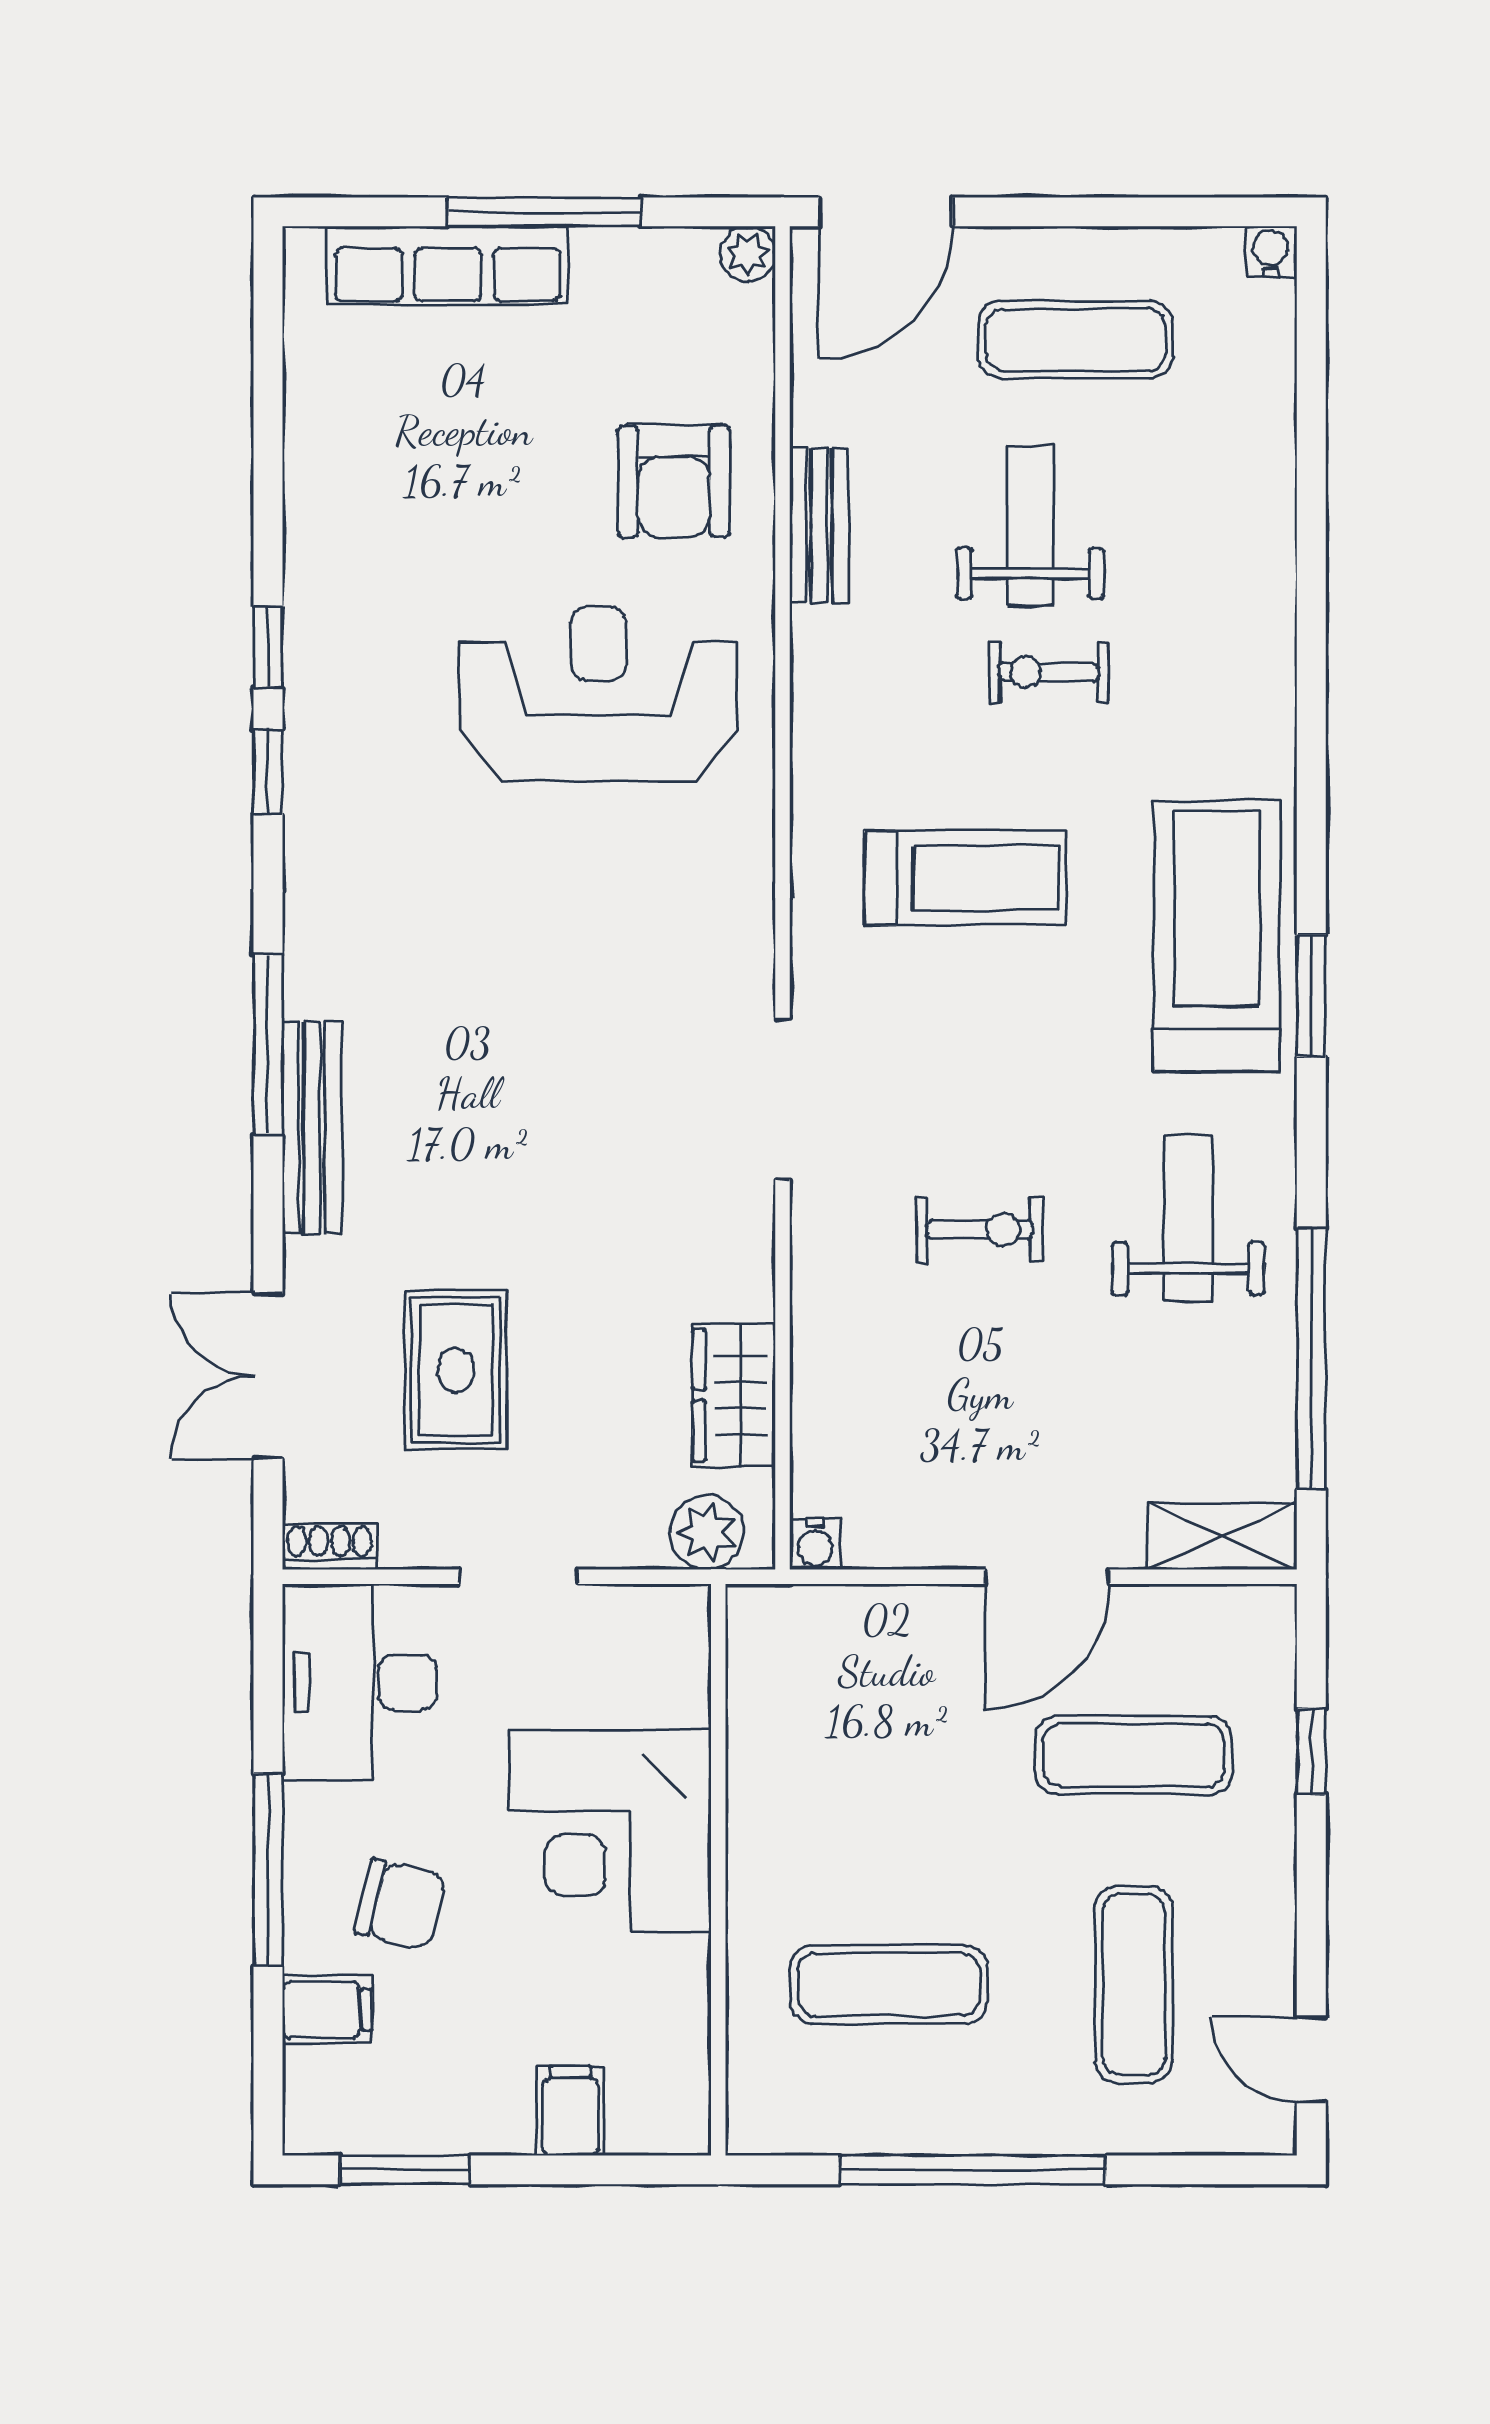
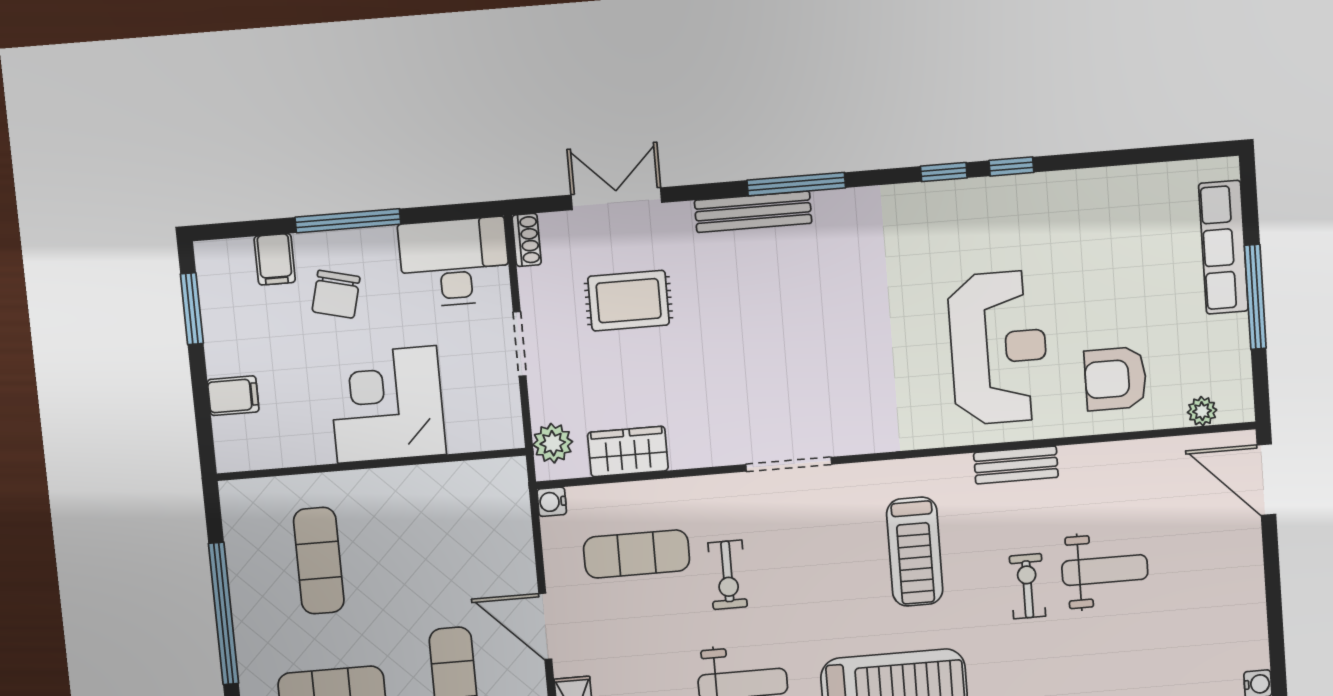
plant: (748, 254) -> (1202, 411), moved
exercise mat: (1076, 340) -> (637, 554), moved, turned 90
bench: (819, 525) -> (1016, 465), moved

